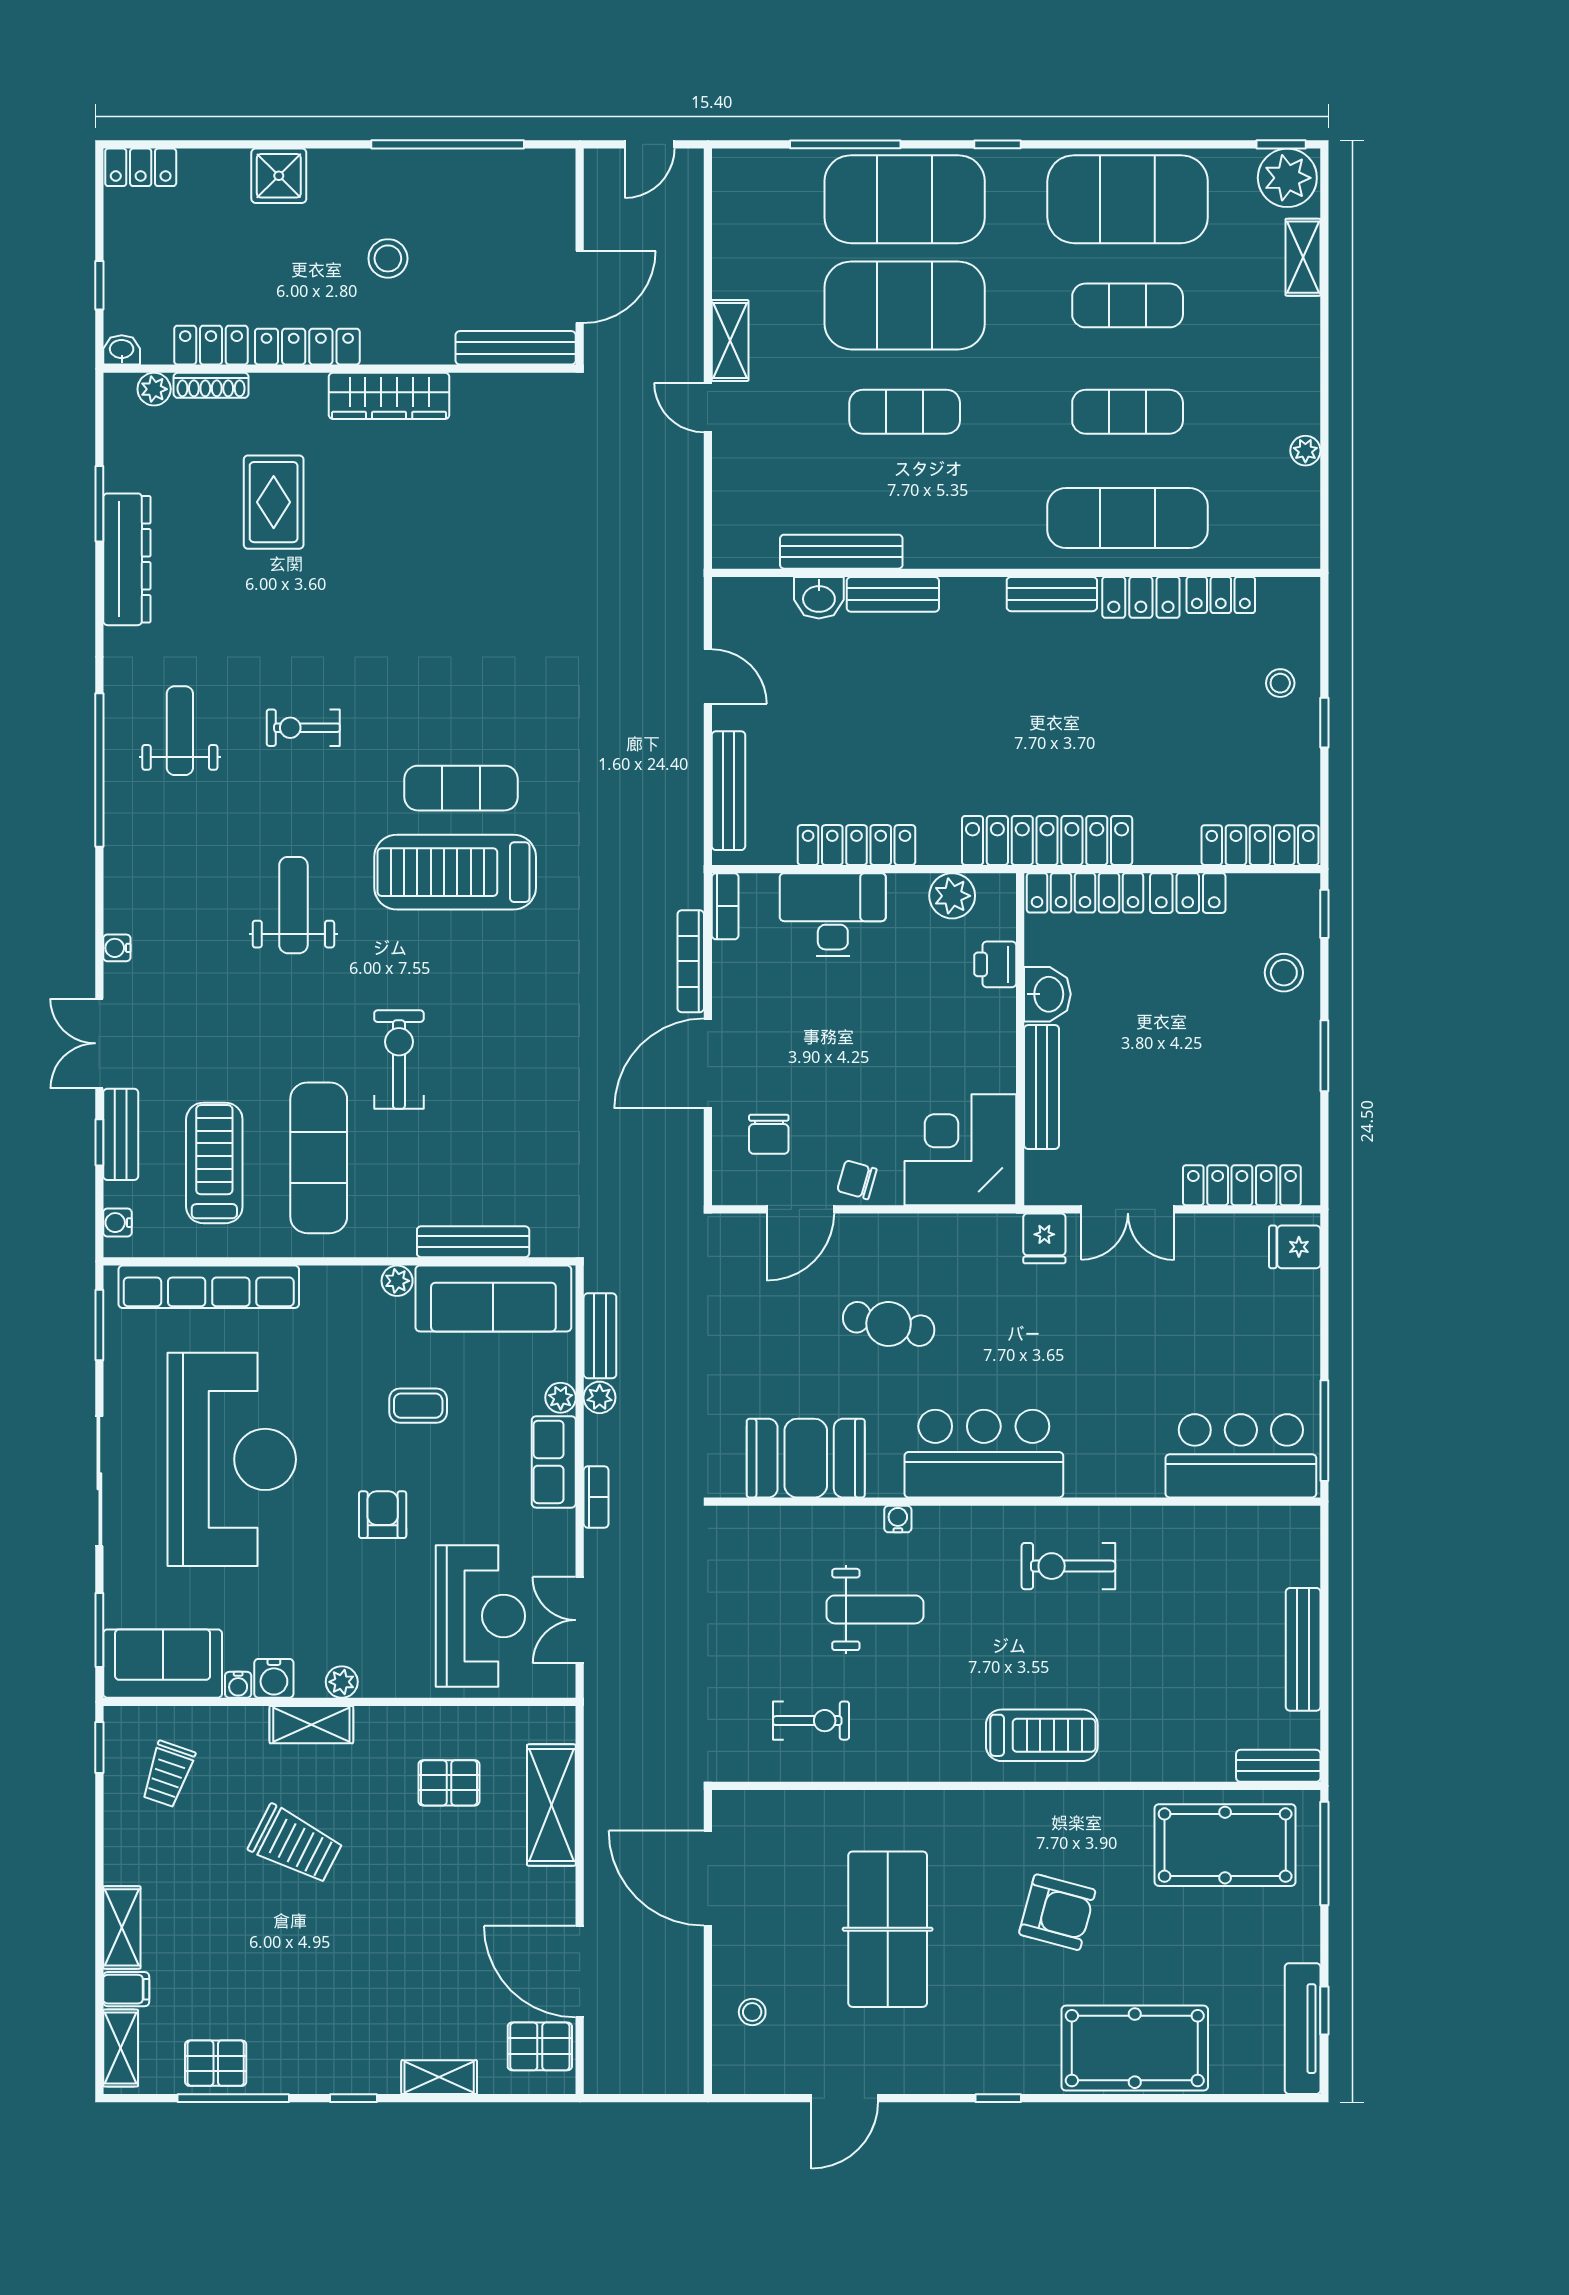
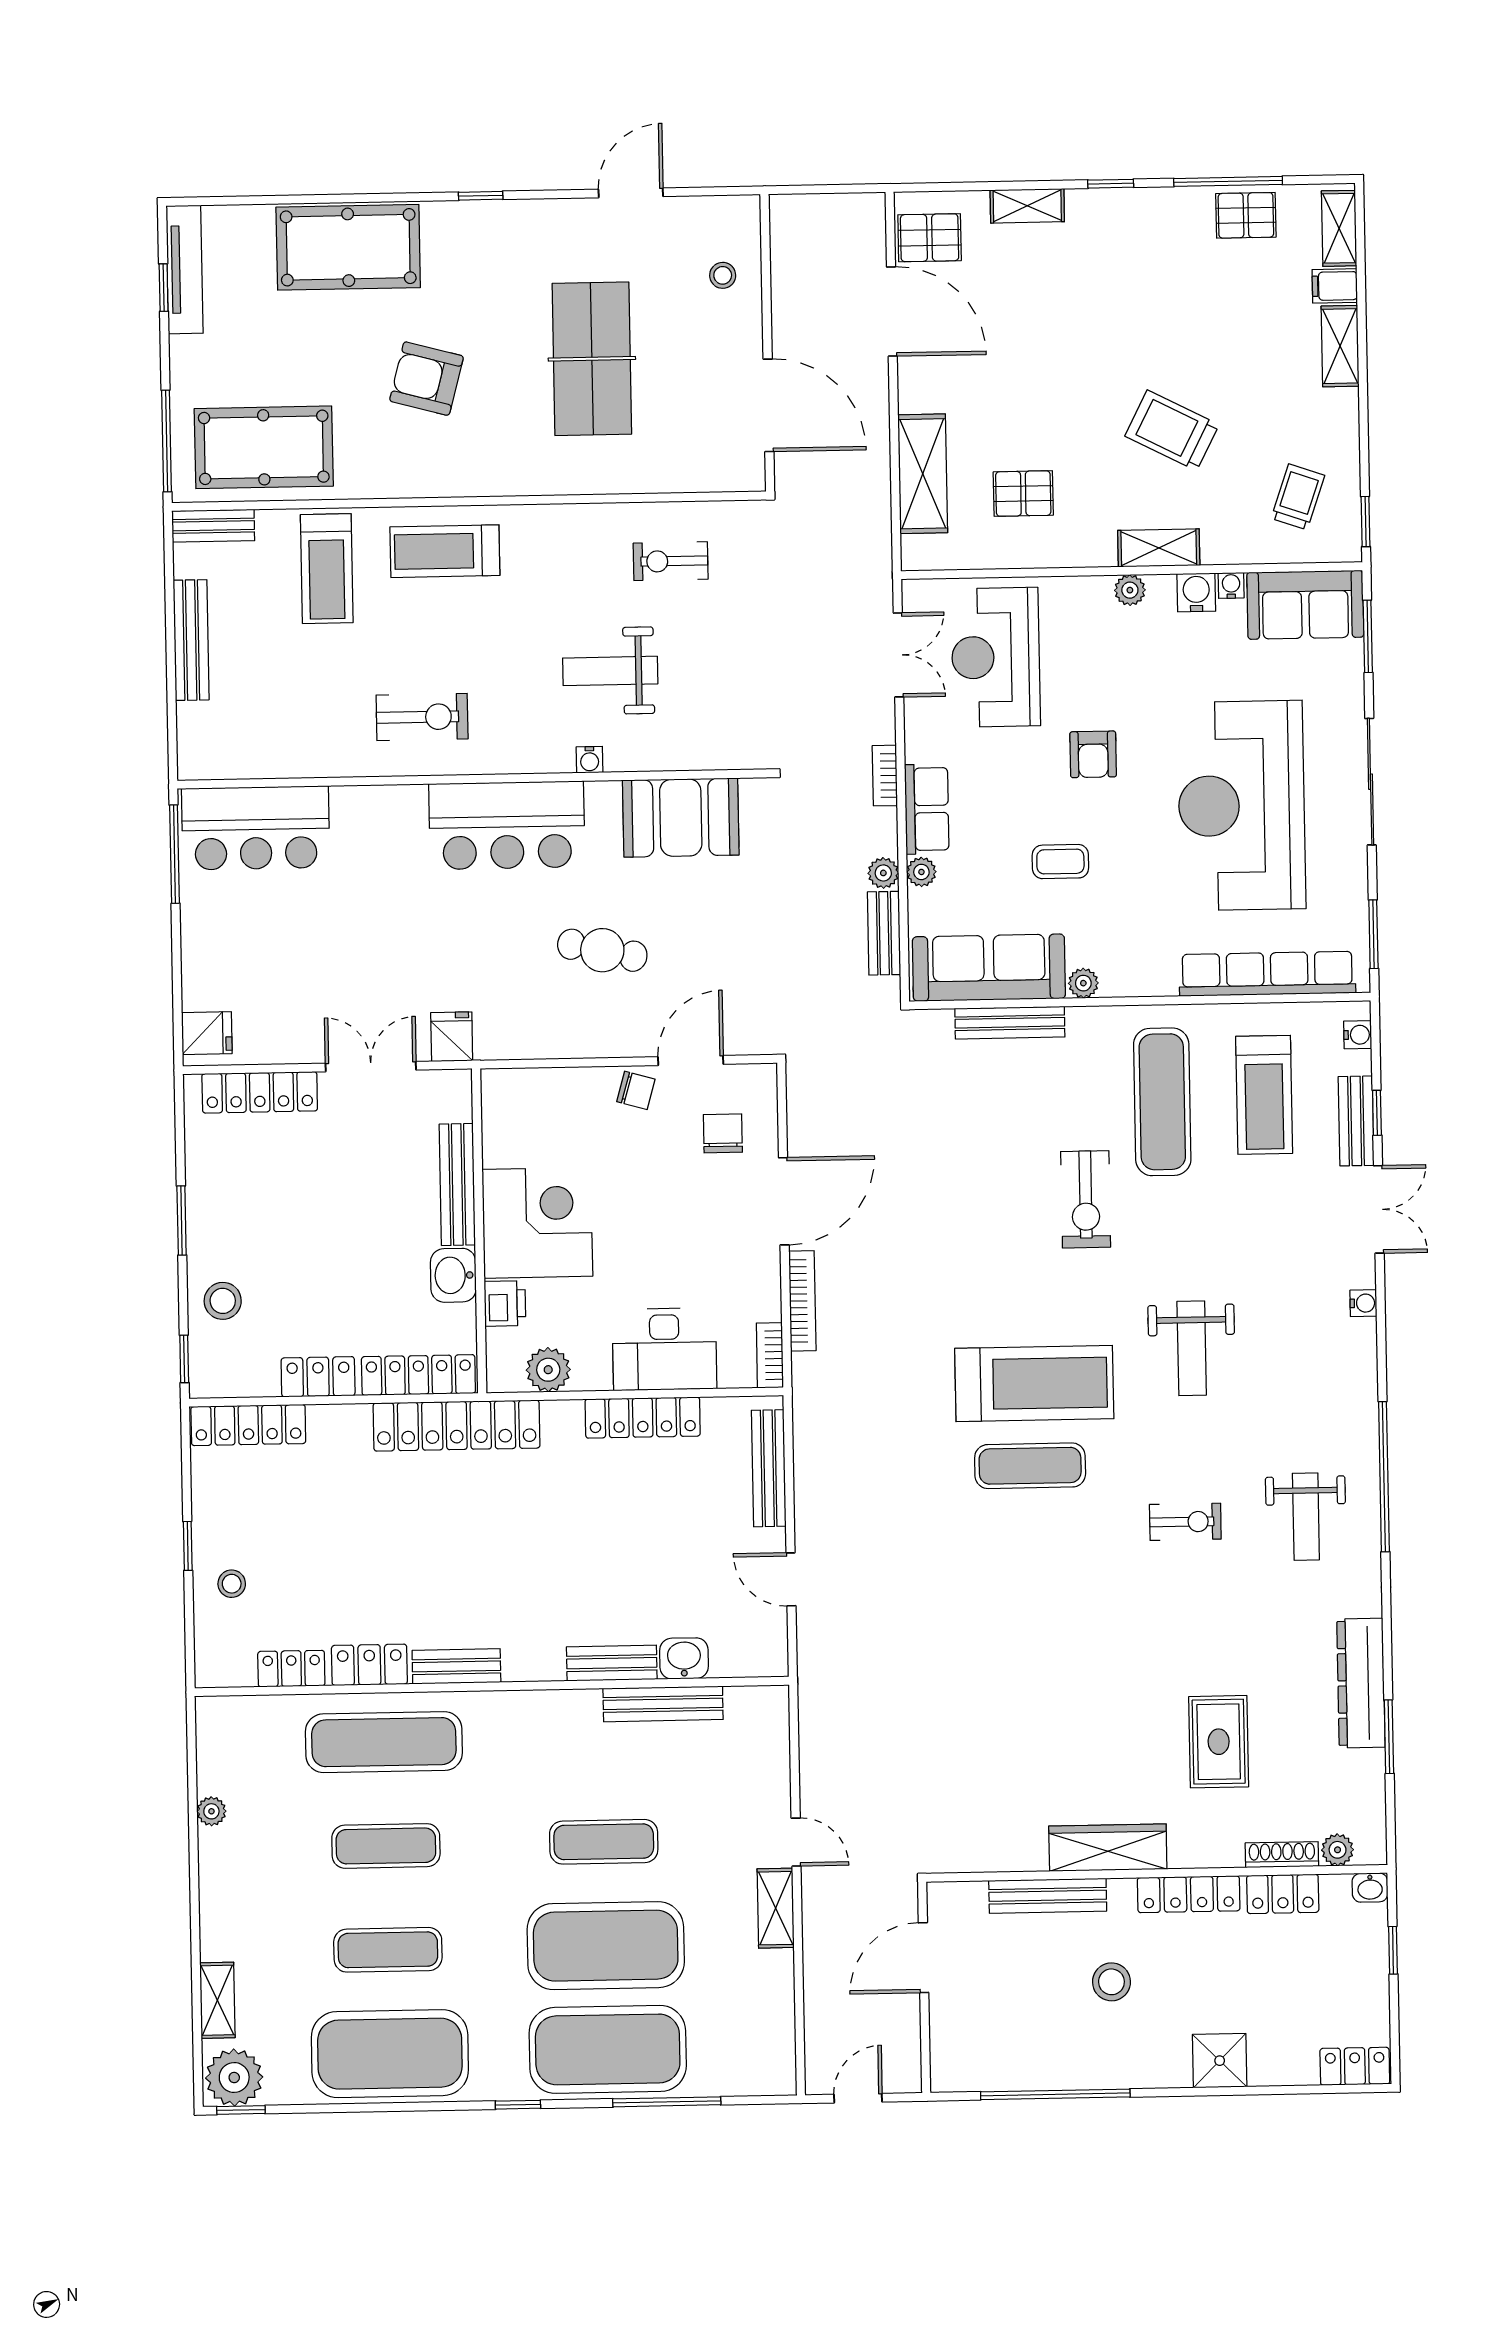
bench: (516, 348) -> (1048, 1896), moved
corner desk: (960, 1150) -> (537, 1223), moved, turned -90
treadmill: (1163, 1720) -> (327, 569), added

